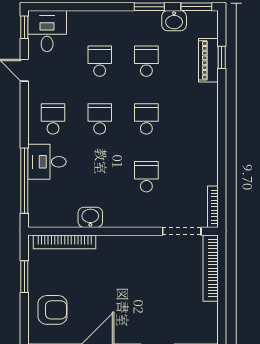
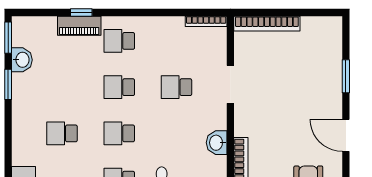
window: (222, 57) -> (81, 12), moved
piano: (208, 60) -> (79, 26), moved
school desk: (146, 61) -> (119, 41), moved
doorway: (182, 231) -> (230, 84), moved

